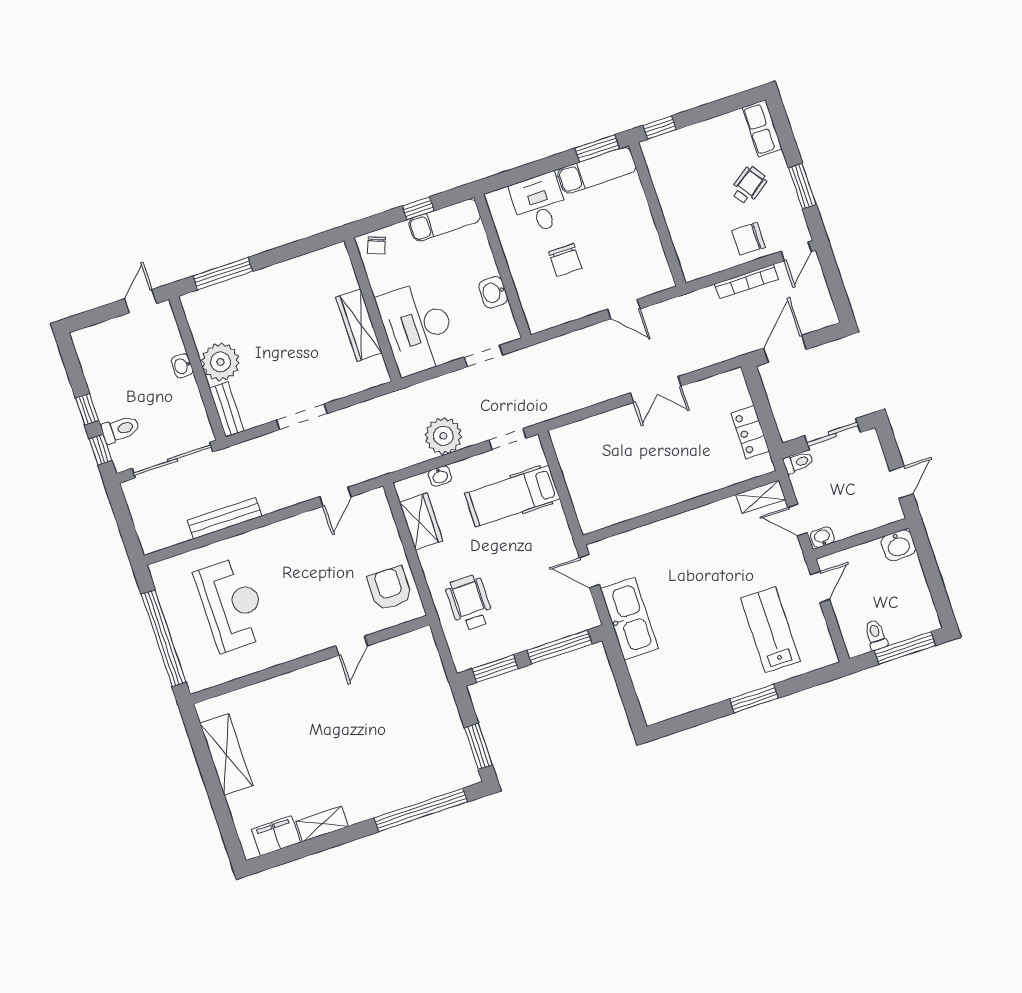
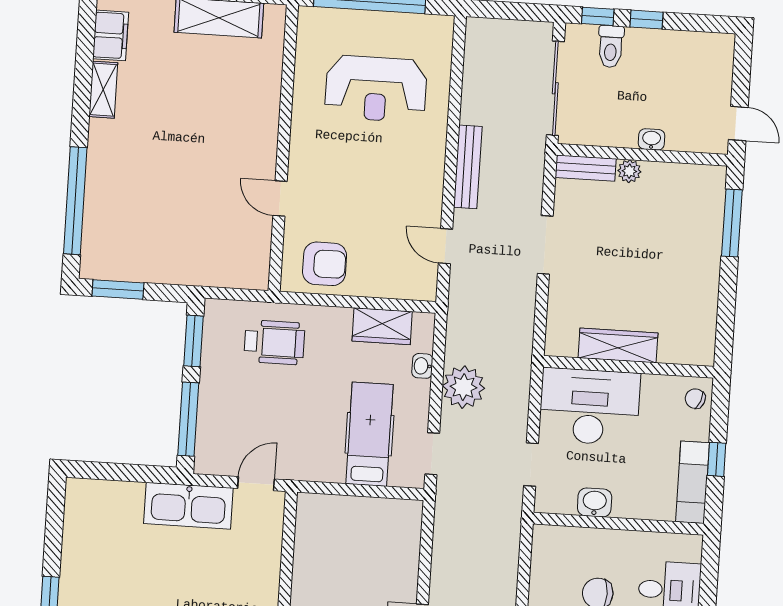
plant: (220, 362) -> (629, 171), width x0.53, depth x0.53
bench: (224, 518) -> (468, 167), moved

